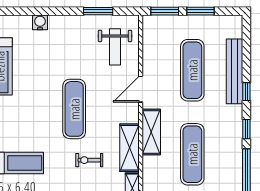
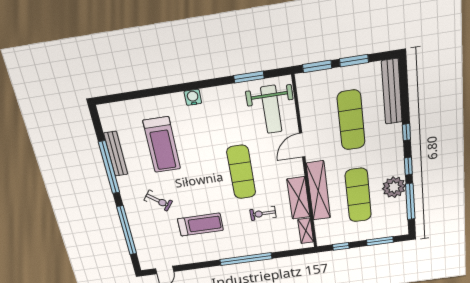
weight bench: (115, 47) -> (271, 109), width x1.36, depth x1.33
bench: (234, 71) -> (392, 92), moved
shelving: (151, 132) -> (318, 191), width x1.47
plant: (230, 151) -> (394, 187), added

